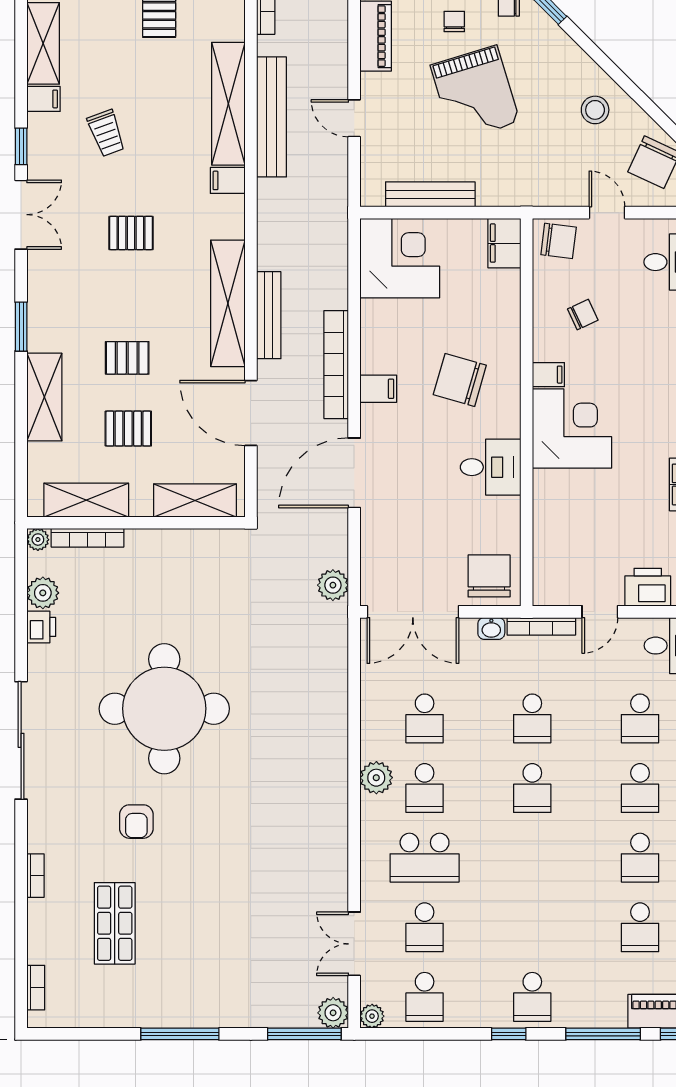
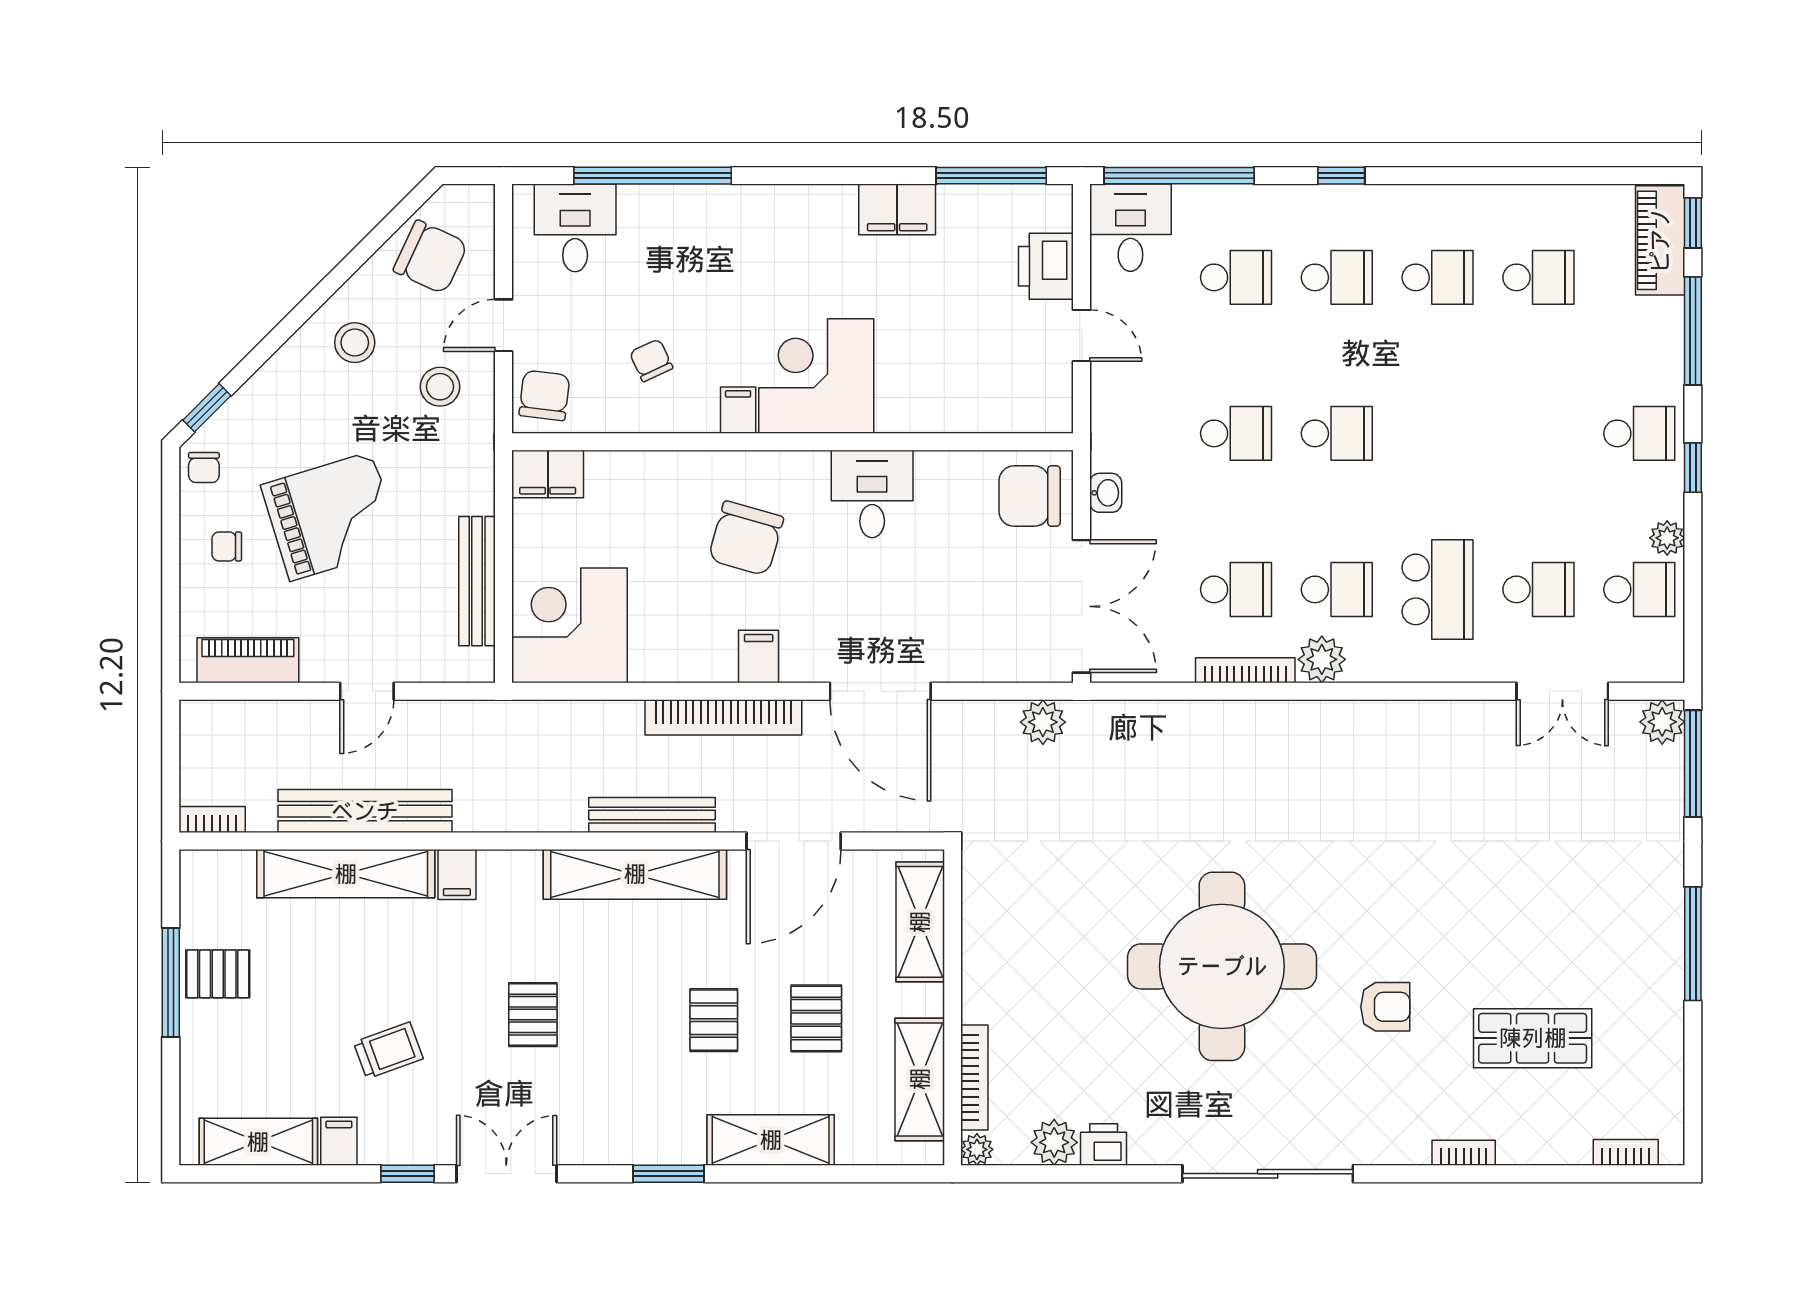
stool: (565, 169) -> (440, 387), added
bookcase: (541, 626) -> (1245, 670), moved, turned -90
plant: (372, 1016) -> (1667, 538), moved

